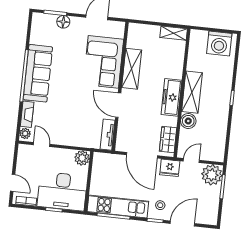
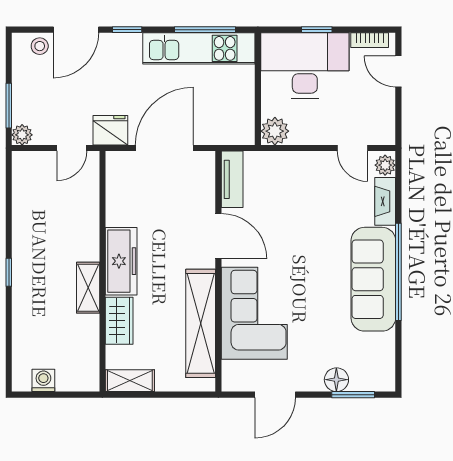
washing machine: (219, 43) -> (43, 380), width x0.53, depth x0.53
shelving: (132, 69) -> (201, 323), width x1.47
shelving: (192, 92) -> (88, 288), width x0.67, depth x0.75
boiler: (188, 121) -> (85, 221), removed
wardrobe: (168, 139) -> (119, 321), moved
door: (142, 155) -> (164, 148), hinge flipped
plant: (212, 175) -> (22, 135), width x0.53, depth x0.53
stool: (160, 205) -> (40, 46), moved

